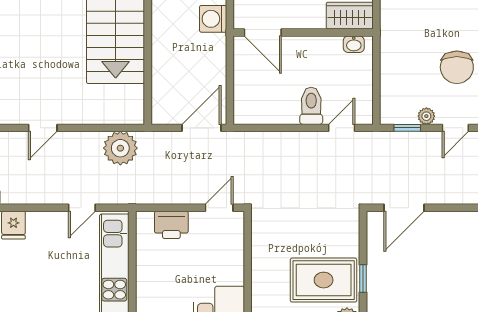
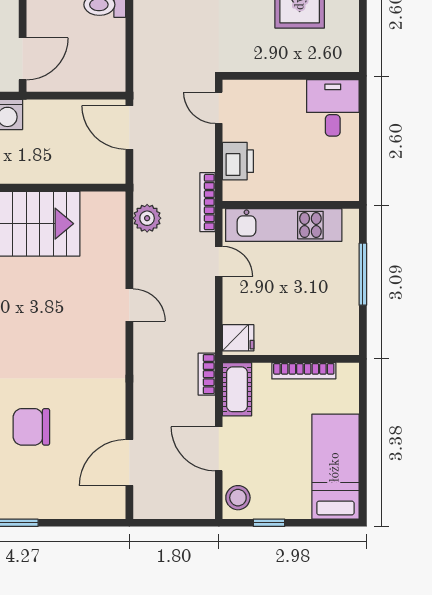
plant: (120, 148) -> (147, 218), width x0.73, depth x0.73
bookcase: (135, 198) -> (207, 202), added

